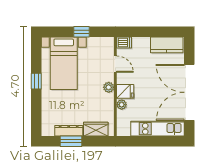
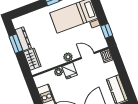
window: (82, 32) -> (107, 31), moved
door: (115, 64) -> (88, 55), swing flipped

